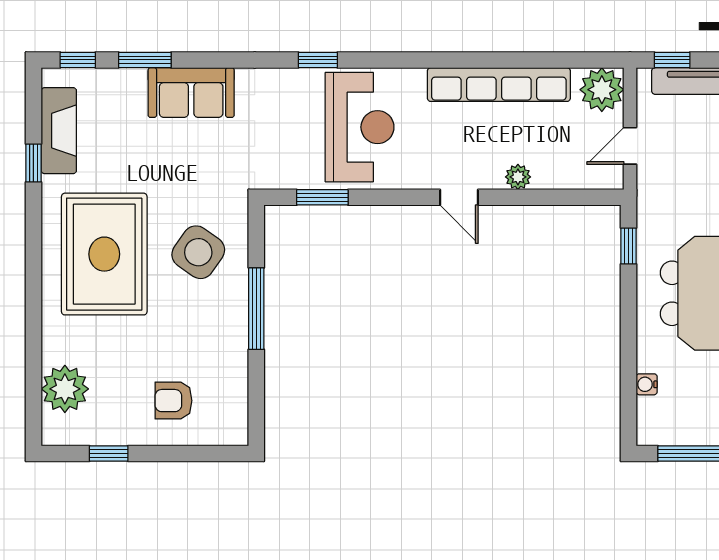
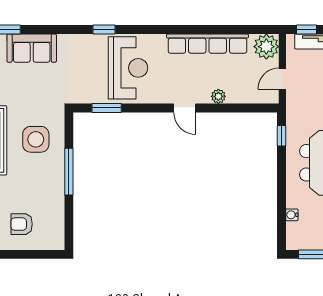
side table: (198, 252) -> (36, 139), turned -35

